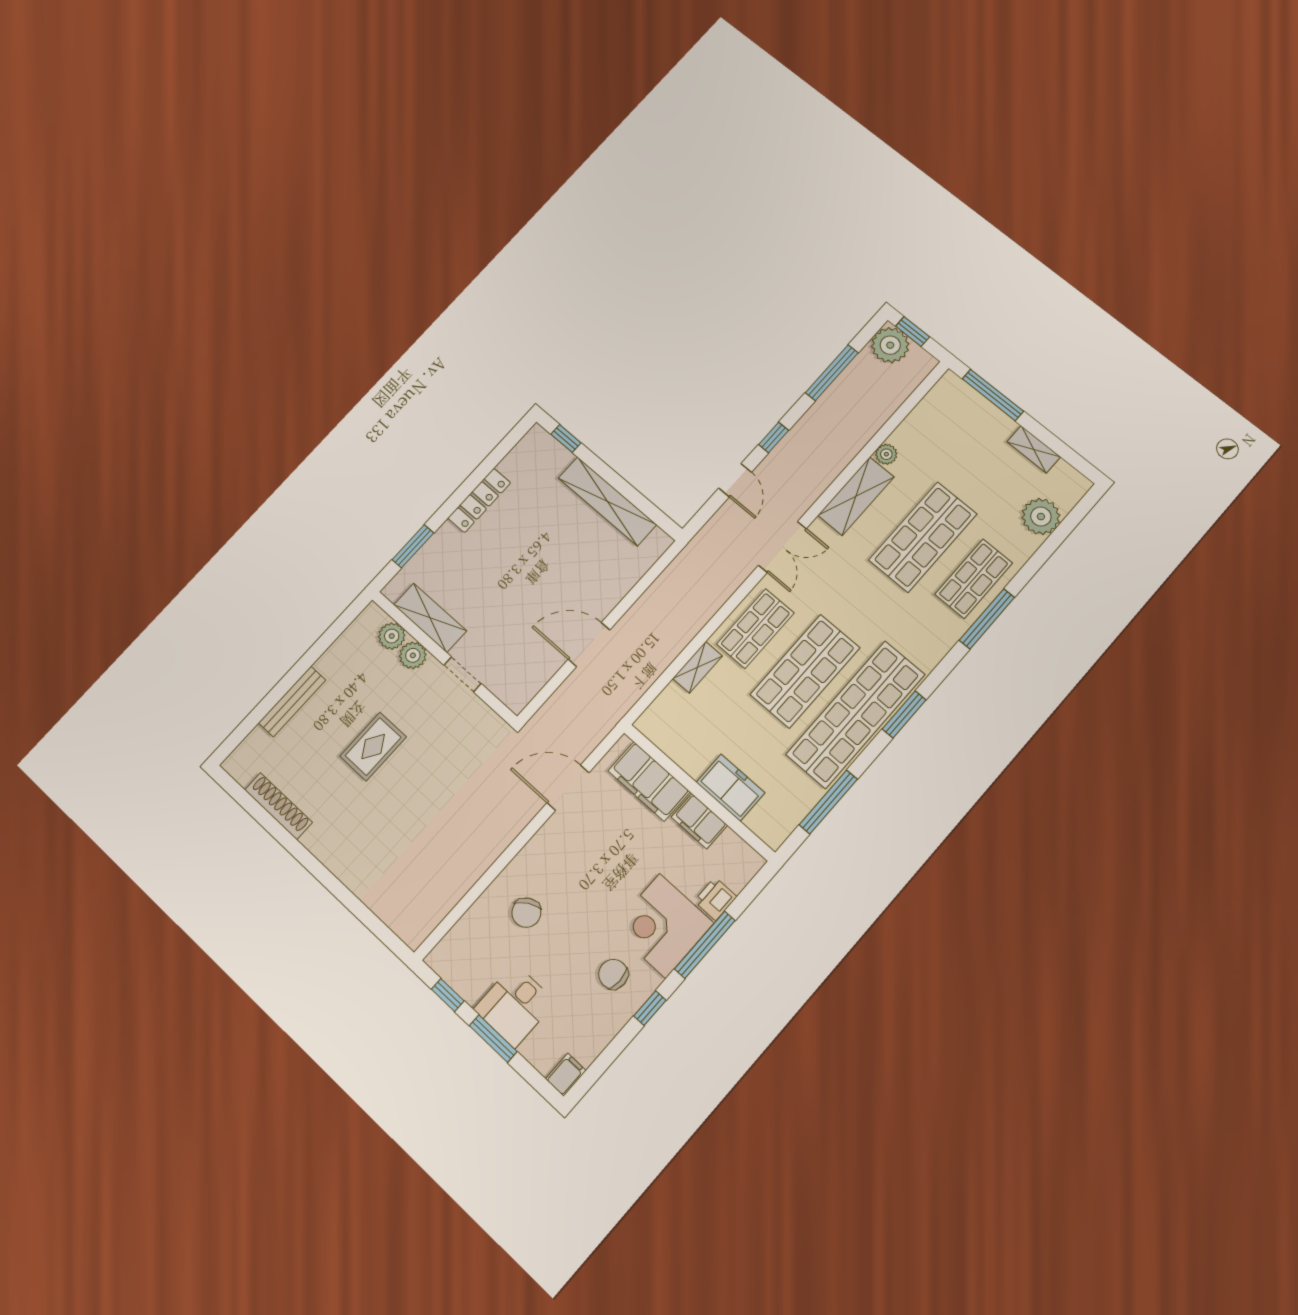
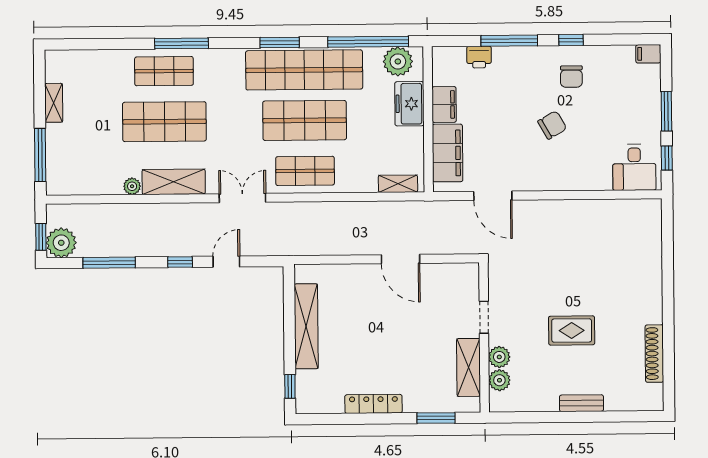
plant: (1041, 517) -> (398, 61), moved
shelving: (698, 667) -> (398, 184), moved
bench: (292, 701) -> (581, 403), width x0.73
window: (828, 802) -> (368, 42), width x1.46
chair: (526, 913) -> (552, 125), moved
corner desk: (663, 926) -> (520, 73), removed
desk: (515, 1005) -> (634, 167), moved, turned 90

